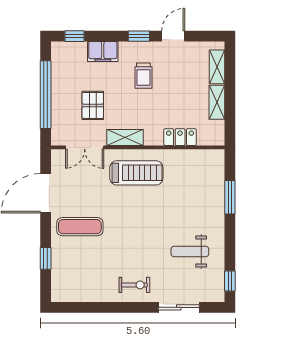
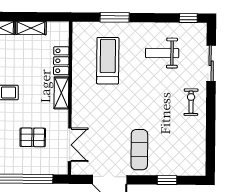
shelving: (125, 137) -> (61, 93), moved
treadmill: (136, 173) -> (108, 61), moved
weight bench: (190, 252) -> (162, 53), turned 90

